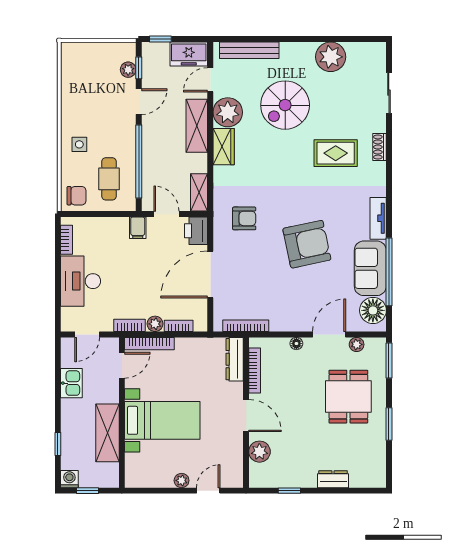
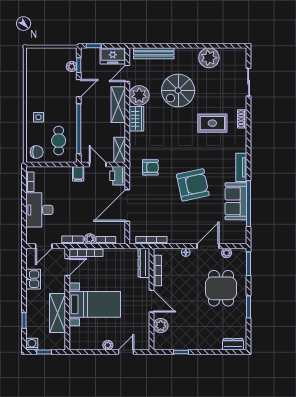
floor lamp: (373, 310) -> (238, 230), removed
dresser: (333, 479) -> (233, 344), moved

